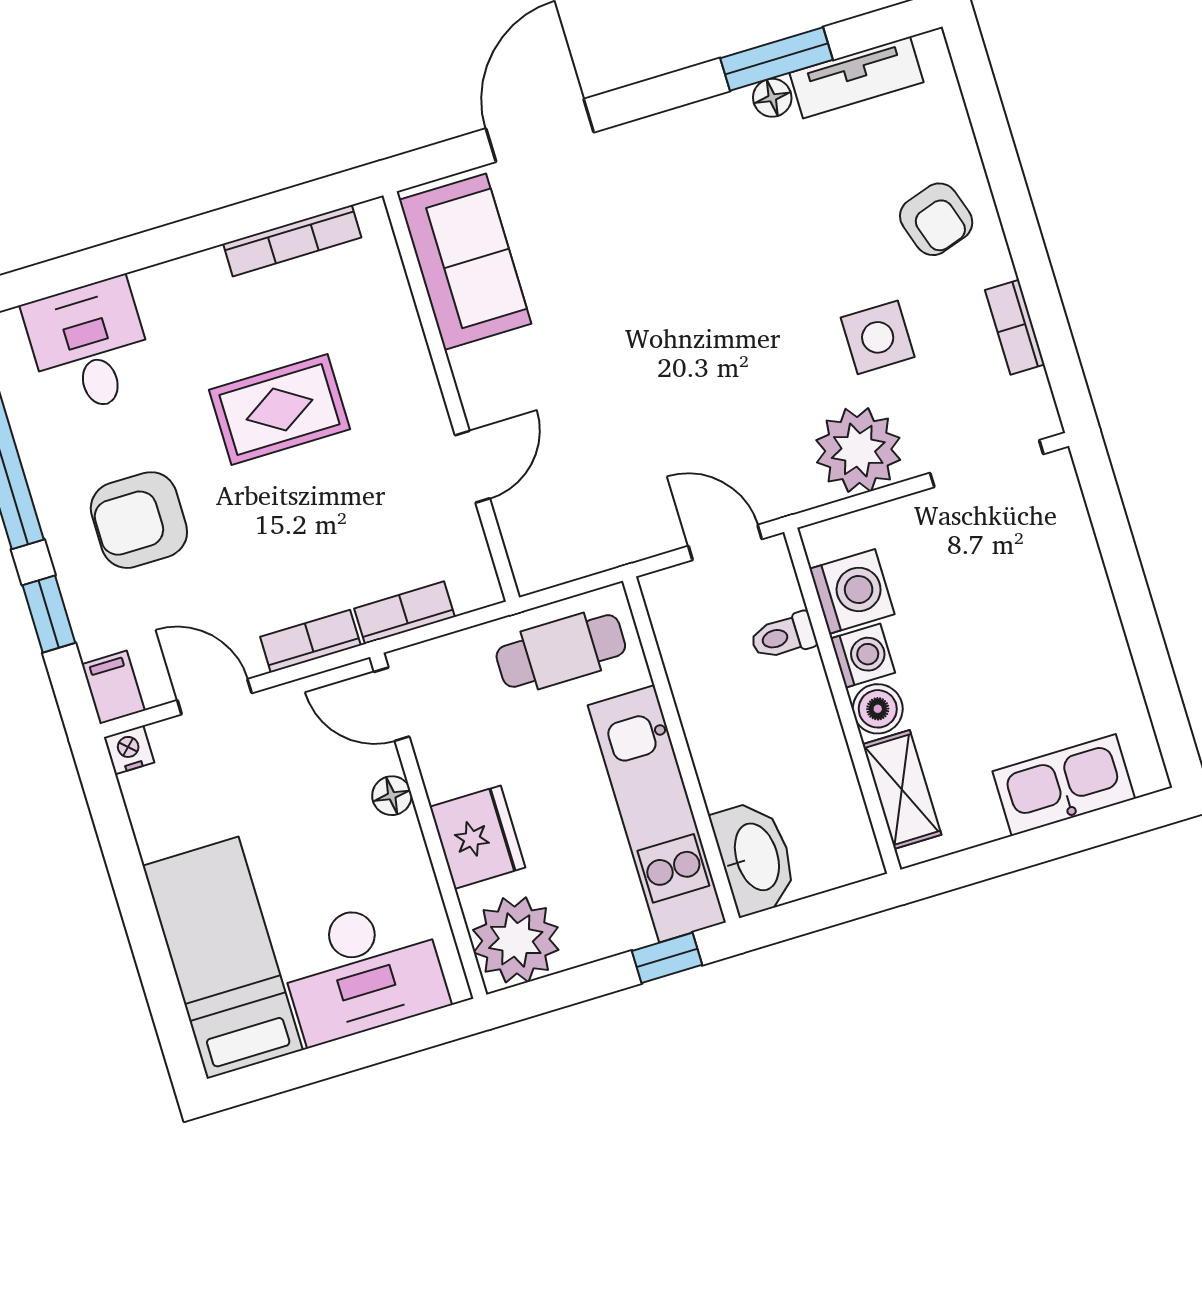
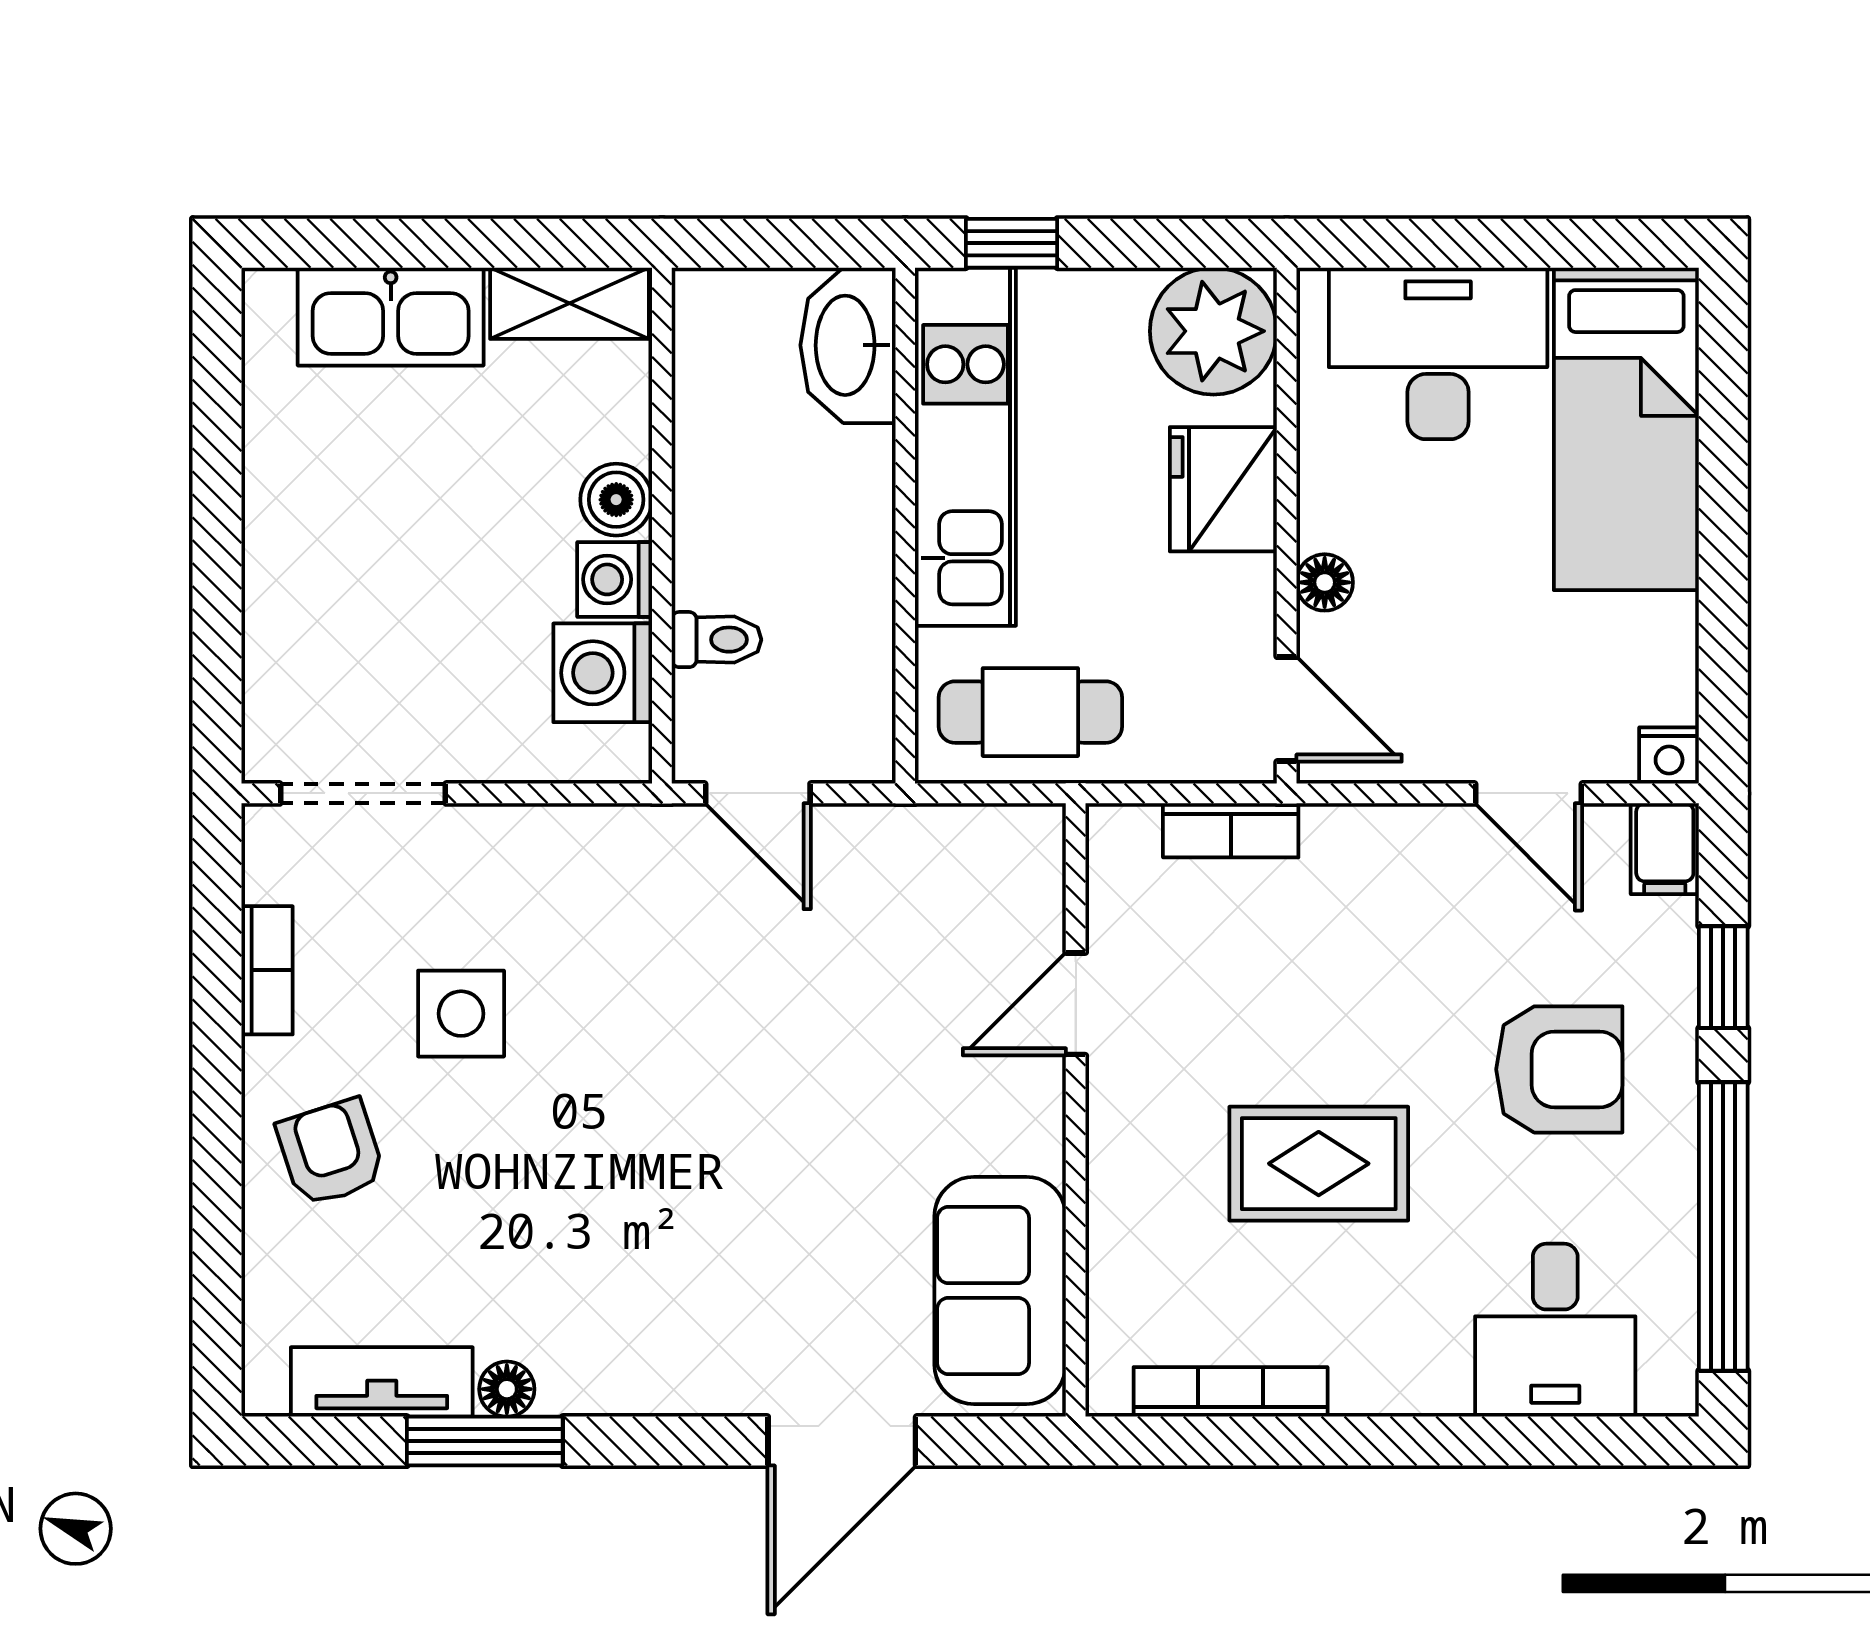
plant: (858, 450) -> (535, 866), removed
bookcase: (310, 641) -> (1373, 830), removed
shelving: (902, 790) -> (569, 303), moved, turned 90

